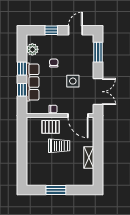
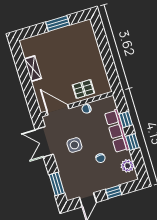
trolley: (59, 146) -> (68, 72), removed

